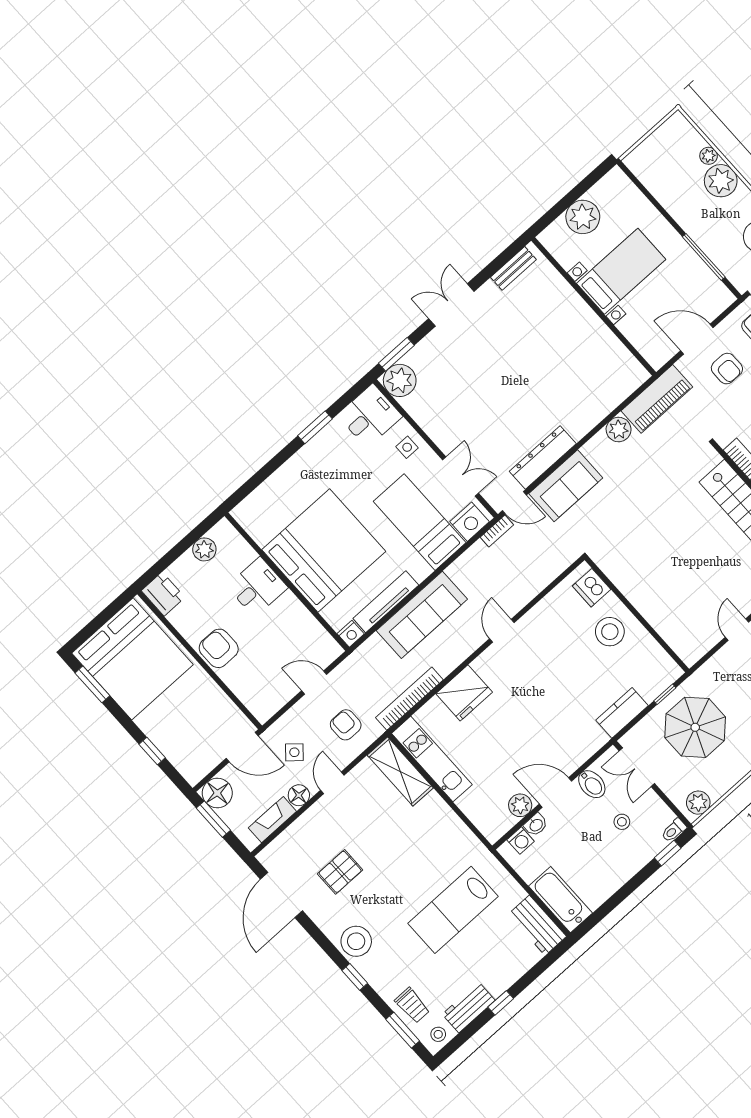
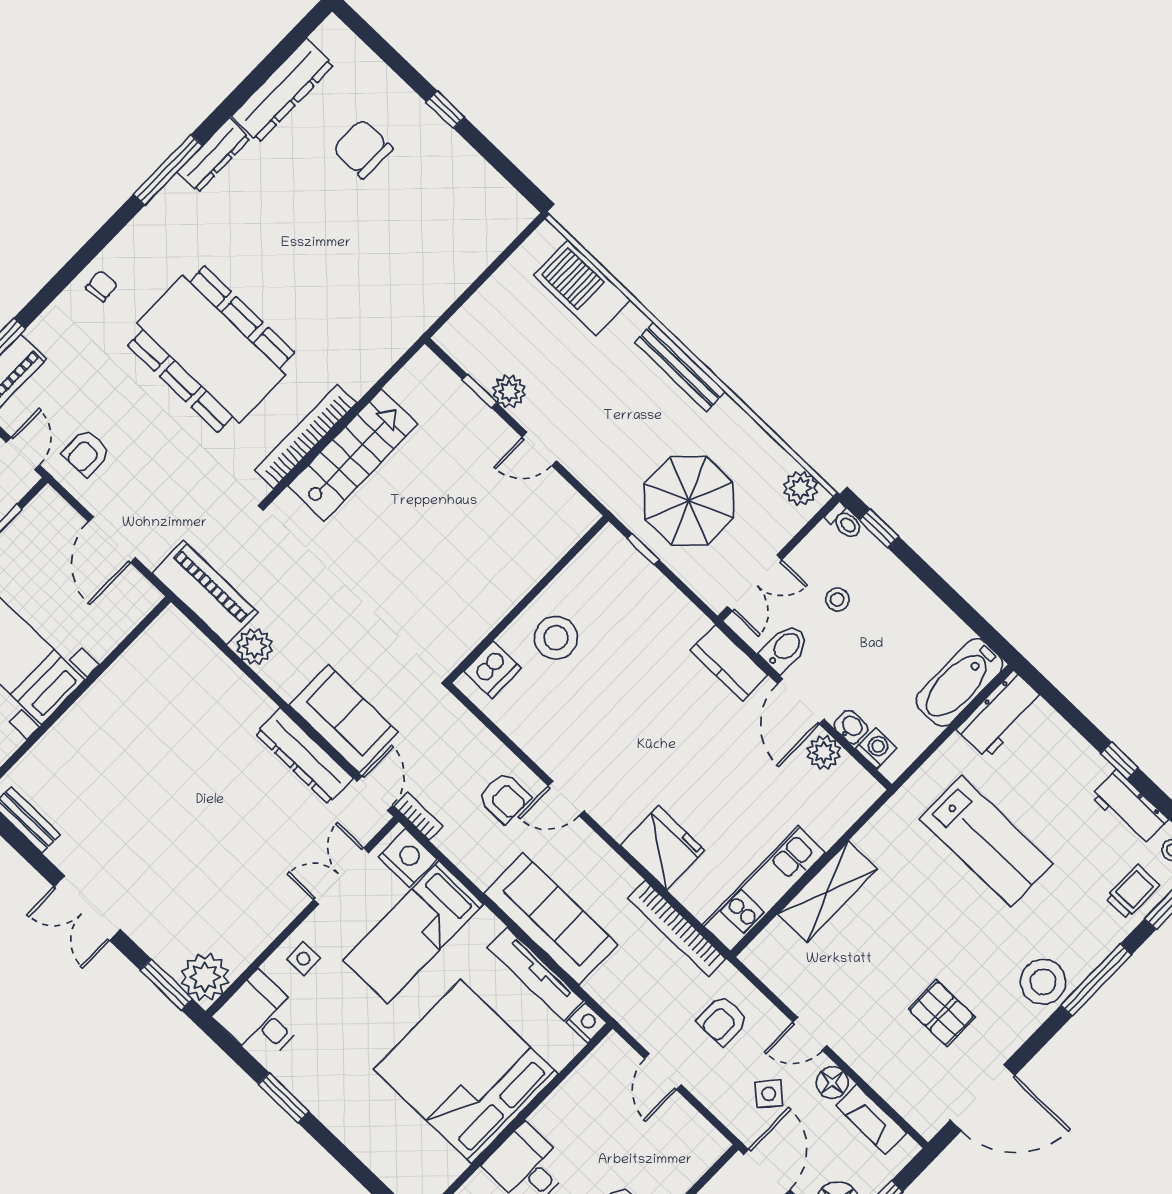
armchair: (727, 369) -> (504, 798), moved, turned 90
kitchen counter: (622, 713) -> (729, 663), moved
shelving: (400, 771) -> (828, 892), moved
window: (355, 977) -> (1096, 980), width x2.17

